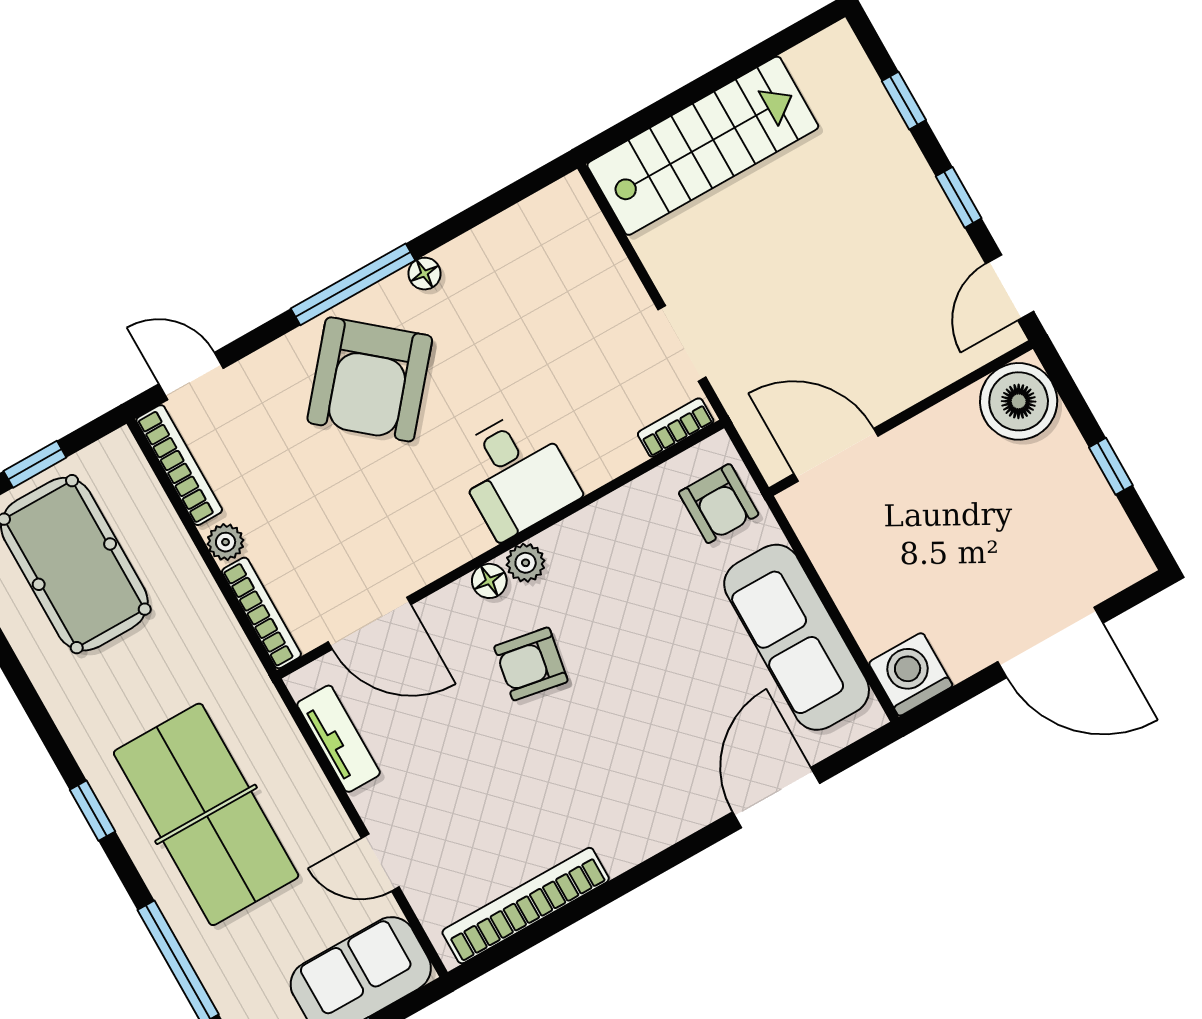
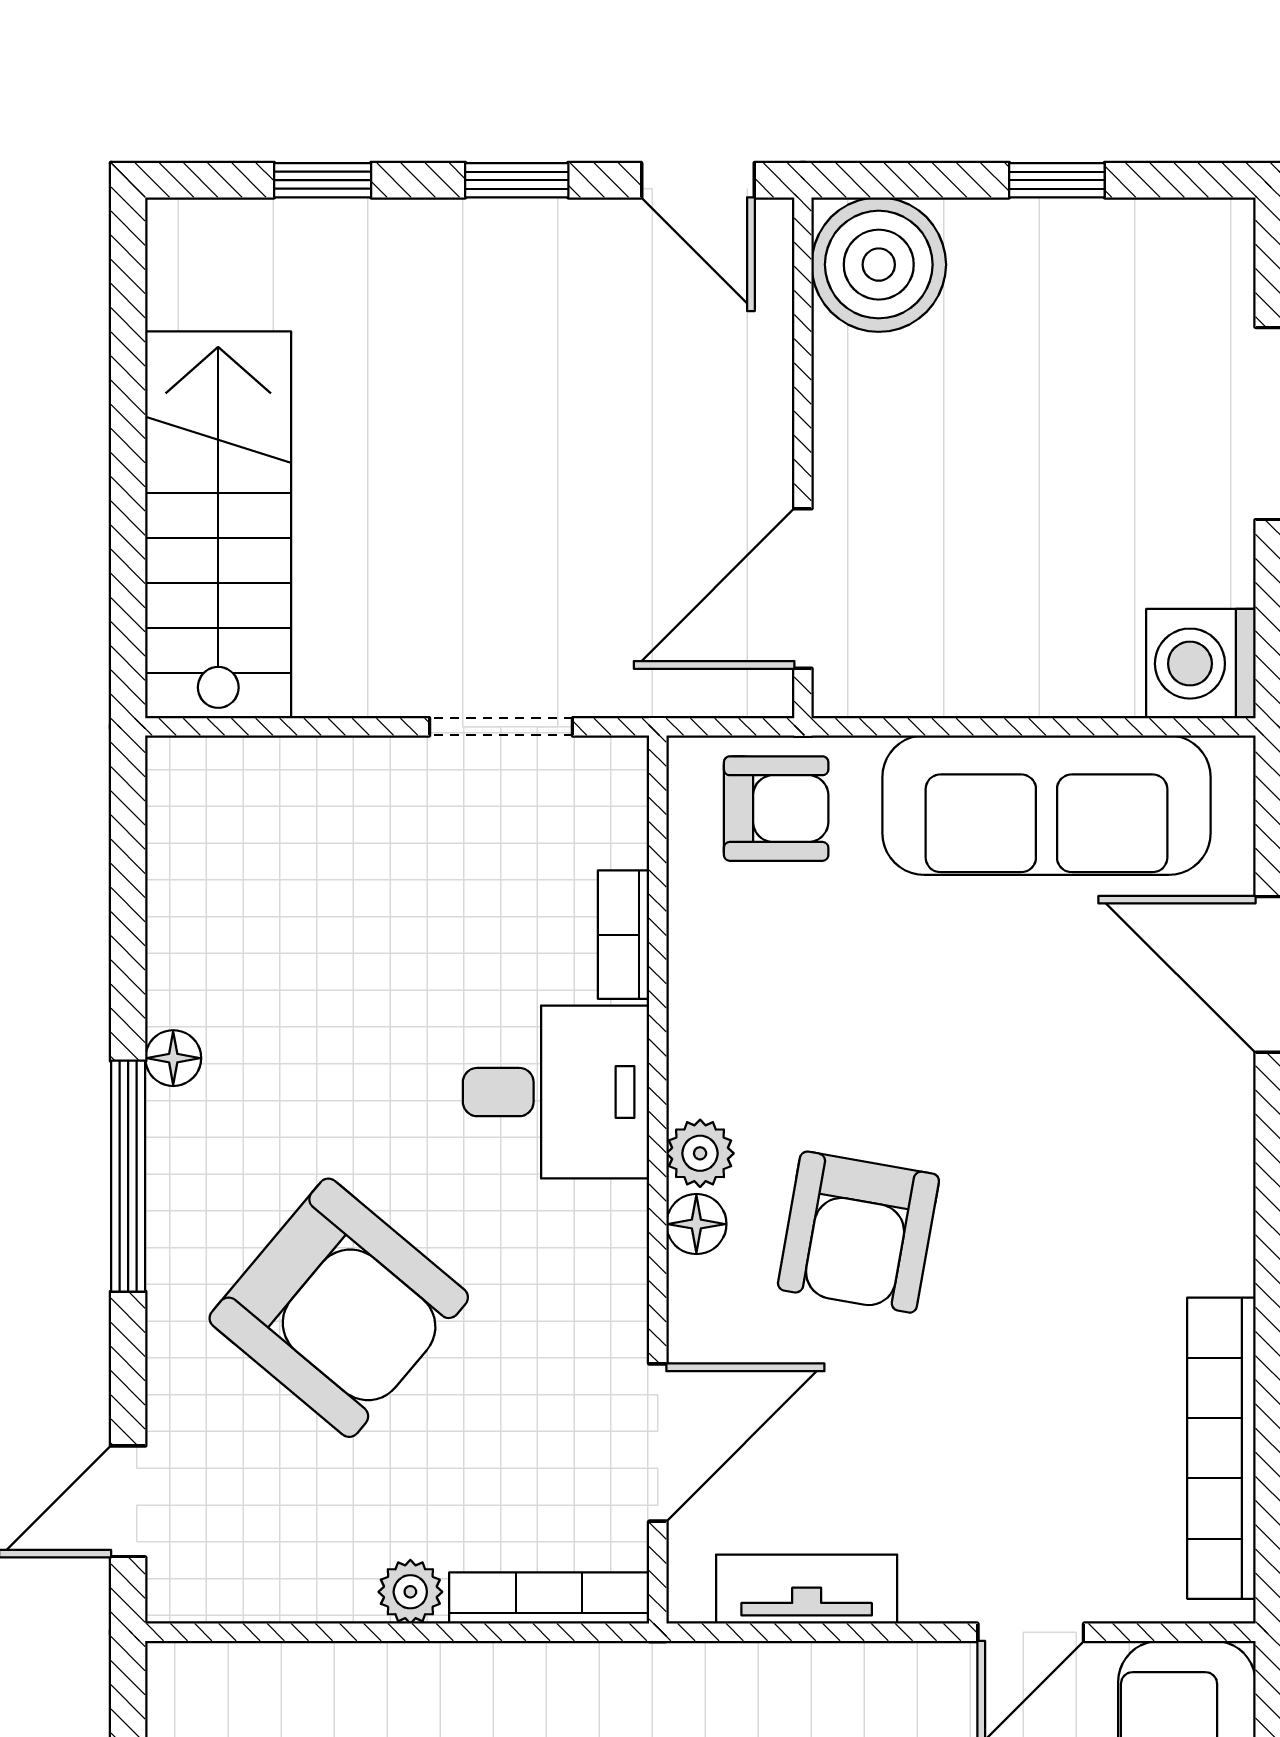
armchair: (370, 379) -> (339, 1308), moved
bookcase: (676, 428) -> (624, 935), moved
bookcase: (179, 465) -> (253, 1596), removed
armchair: (531, 664) -> (858, 1232), width x1.38, depth x1.38

